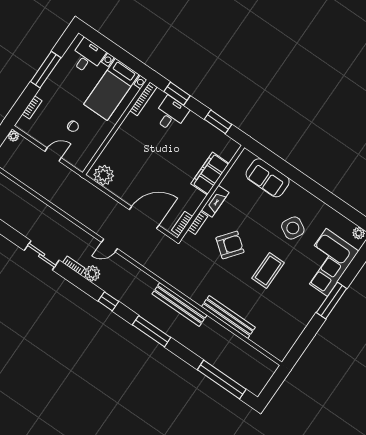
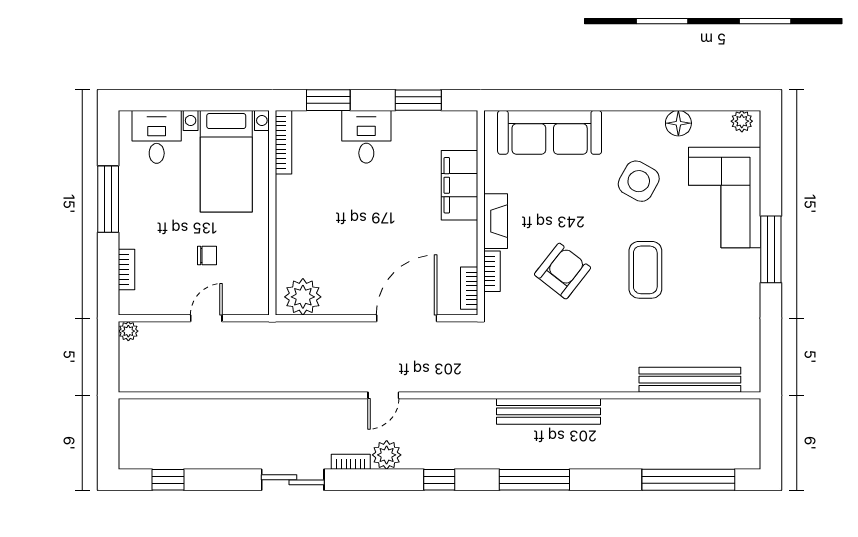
desk: (171, 114) -> (366, 137), moved
sofa: (268, 178) -> (550, 132), width x1.36
floor lamp: (329, 214) -> (678, 123), added
bench: (228, 317) -> (690, 380), moved

